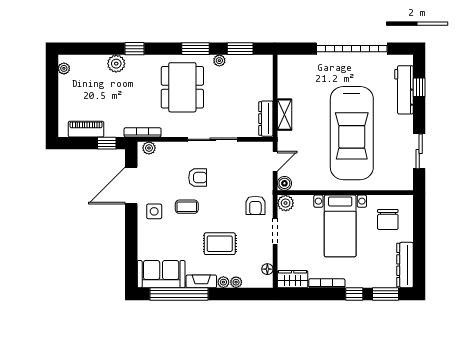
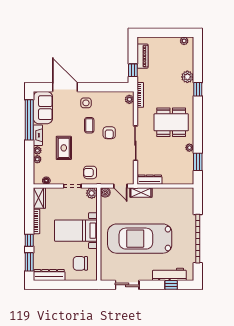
window: (195, 49) -> (198, 131), removed
shelving: (285, 115) -> (141, 192), moved
door: (131, 185) -> (65, 87), moved

